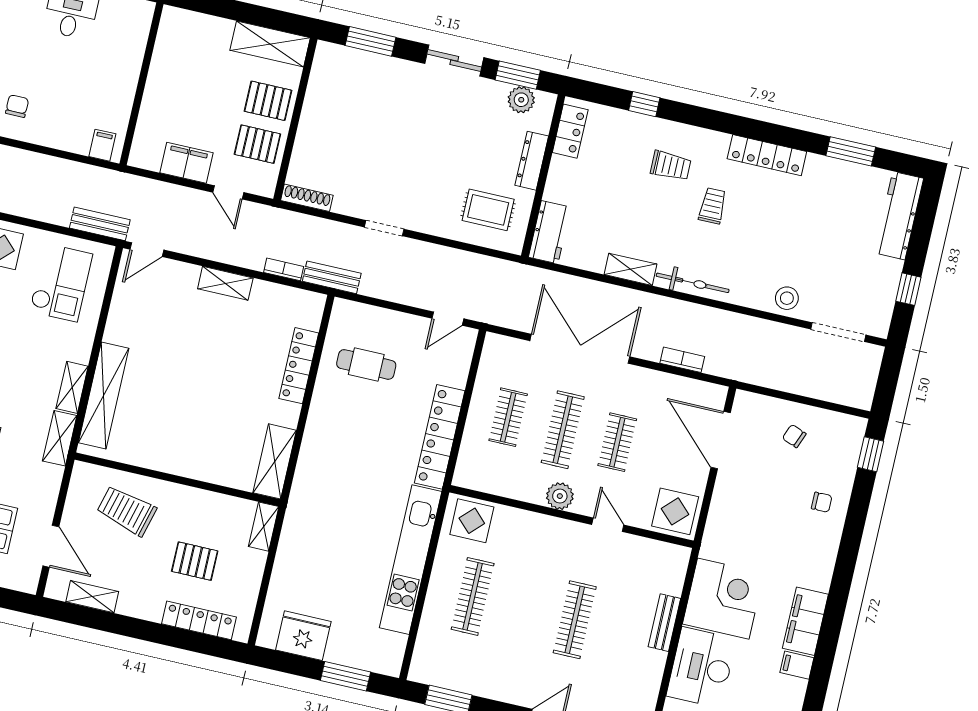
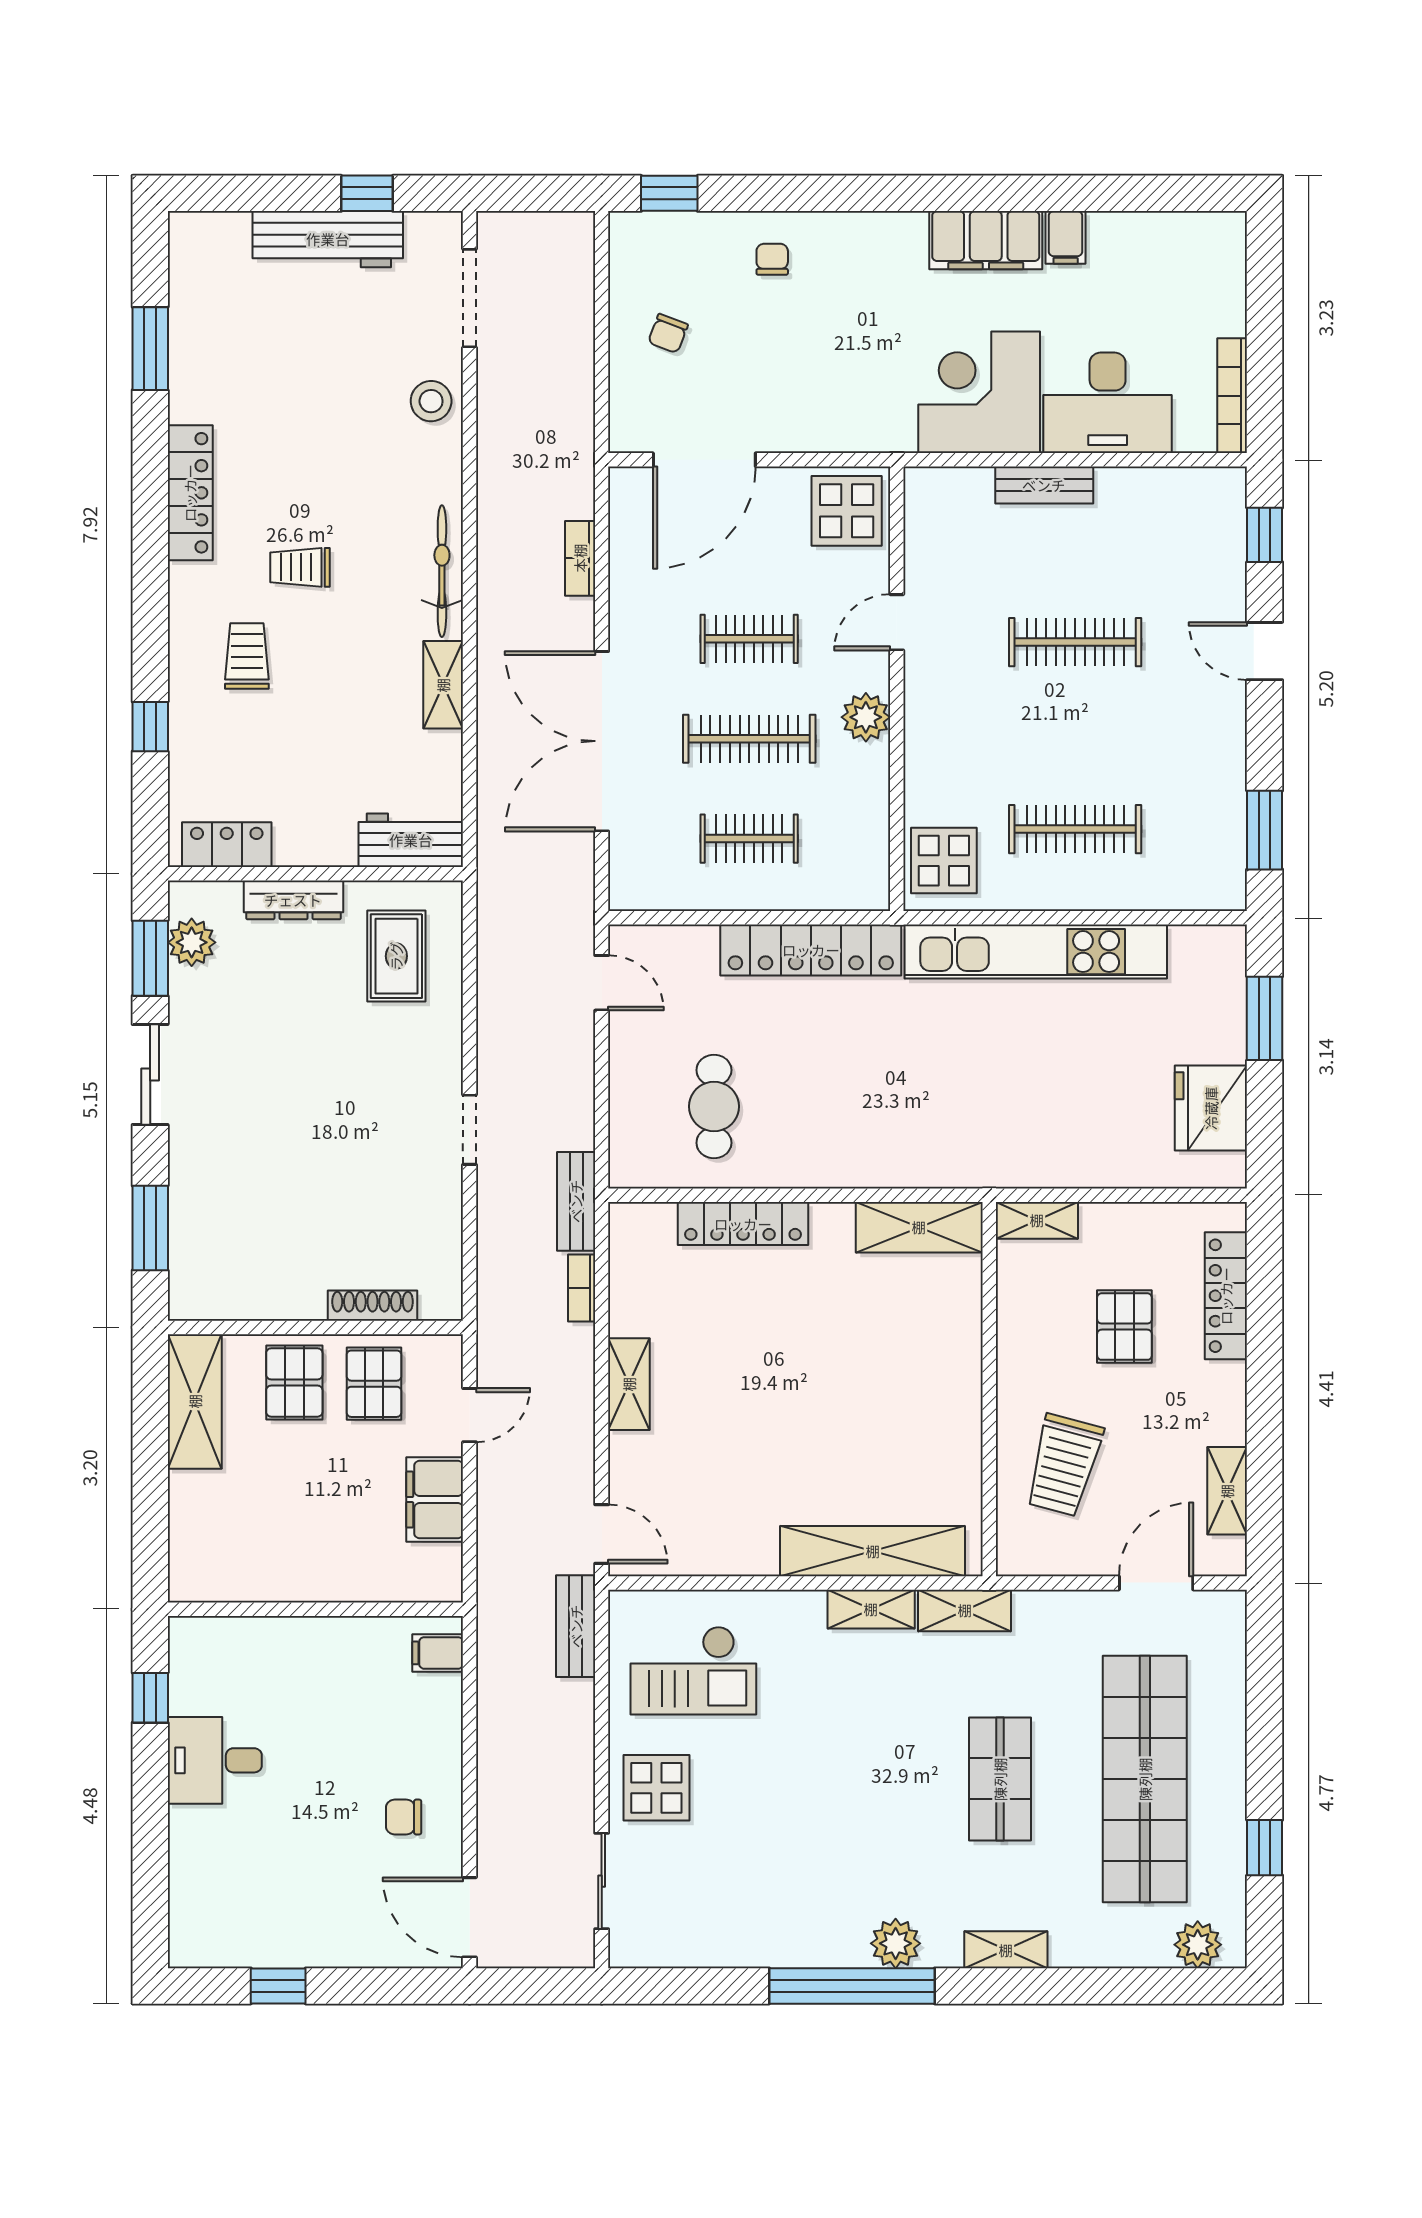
shoe rack: (307, 198) -> (373, 1306), moved, turned 90
workbench: (899, 216) -> (328, 239), moved
checkout: (61, 283) -> (693, 1670), turned 180

